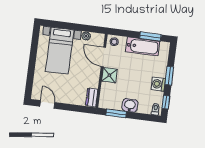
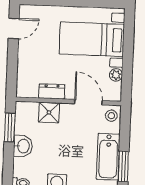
door: (103, 57) -> (88, 102), hinge flipped
shower: (109, 75) -> (49, 112), moved
dresser: (92, 97) -> (52, 92), moved

